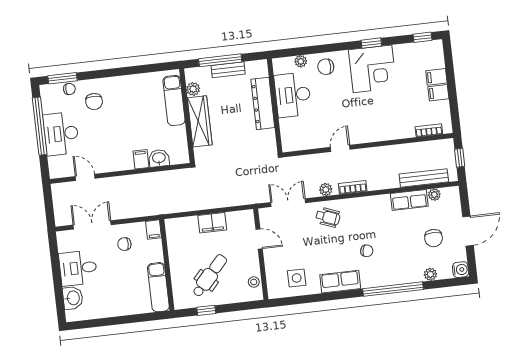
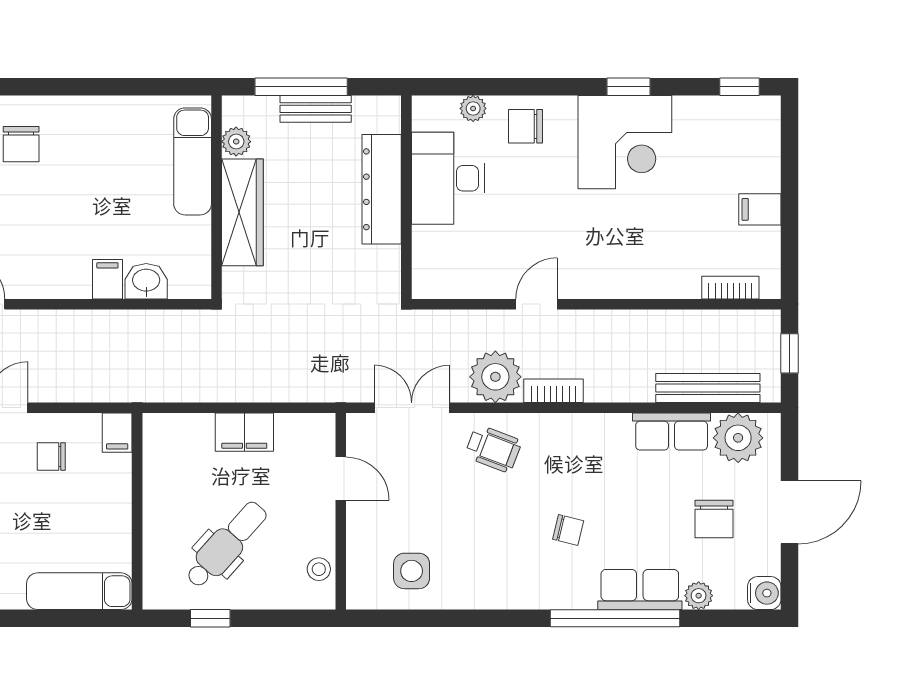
filing cabinet: (436, 77) -> (760, 175), removed
plant: (326, 189) -> (495, 377), width x1.88, depth x1.88
plant: (434, 195) -> (738, 438), width x1.87, depth x1.87
row of seats: (340, 282) -> (640, 590), moved
exam couch: (158, 287) -> (79, 591), moved, turned 90

